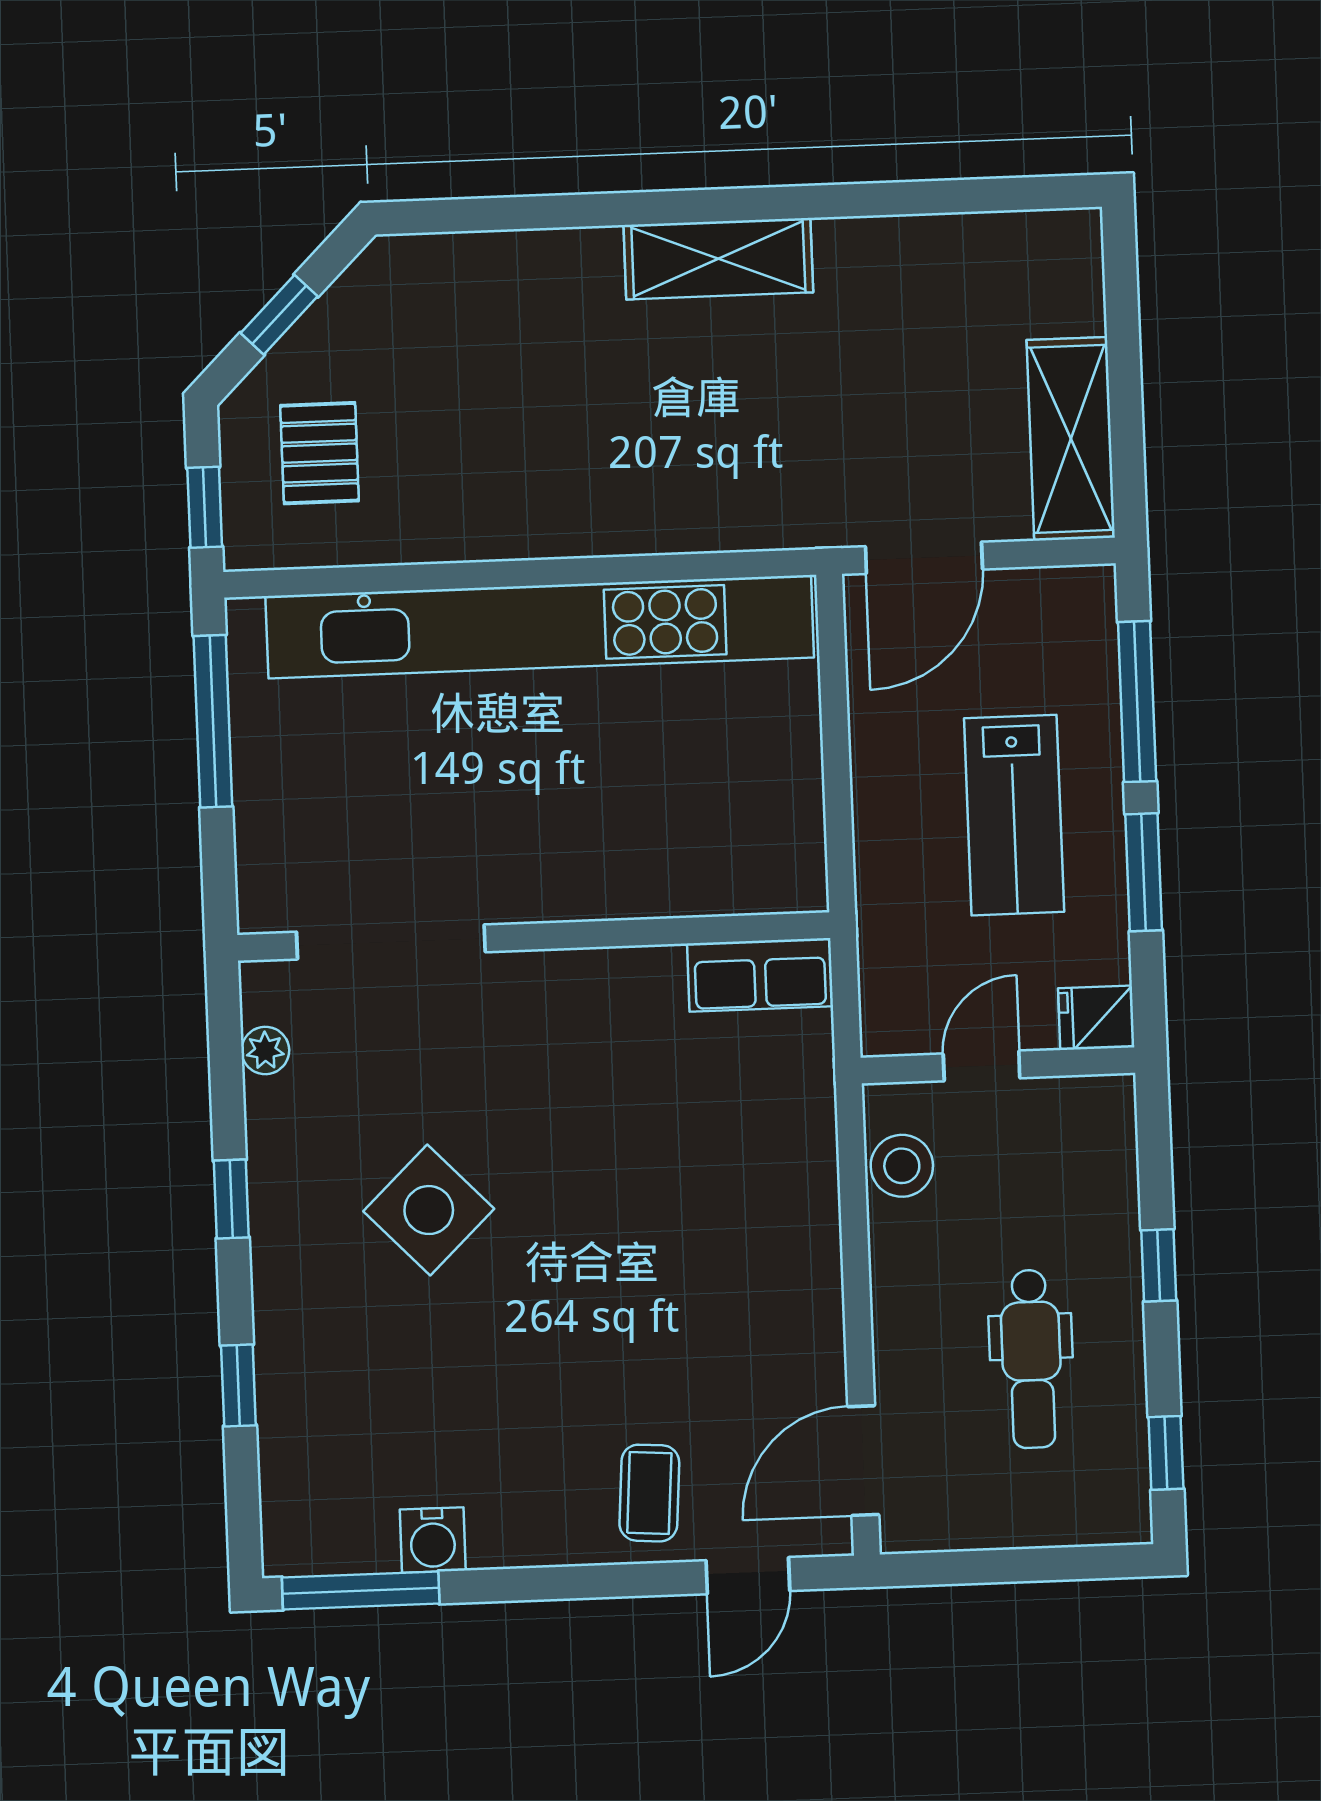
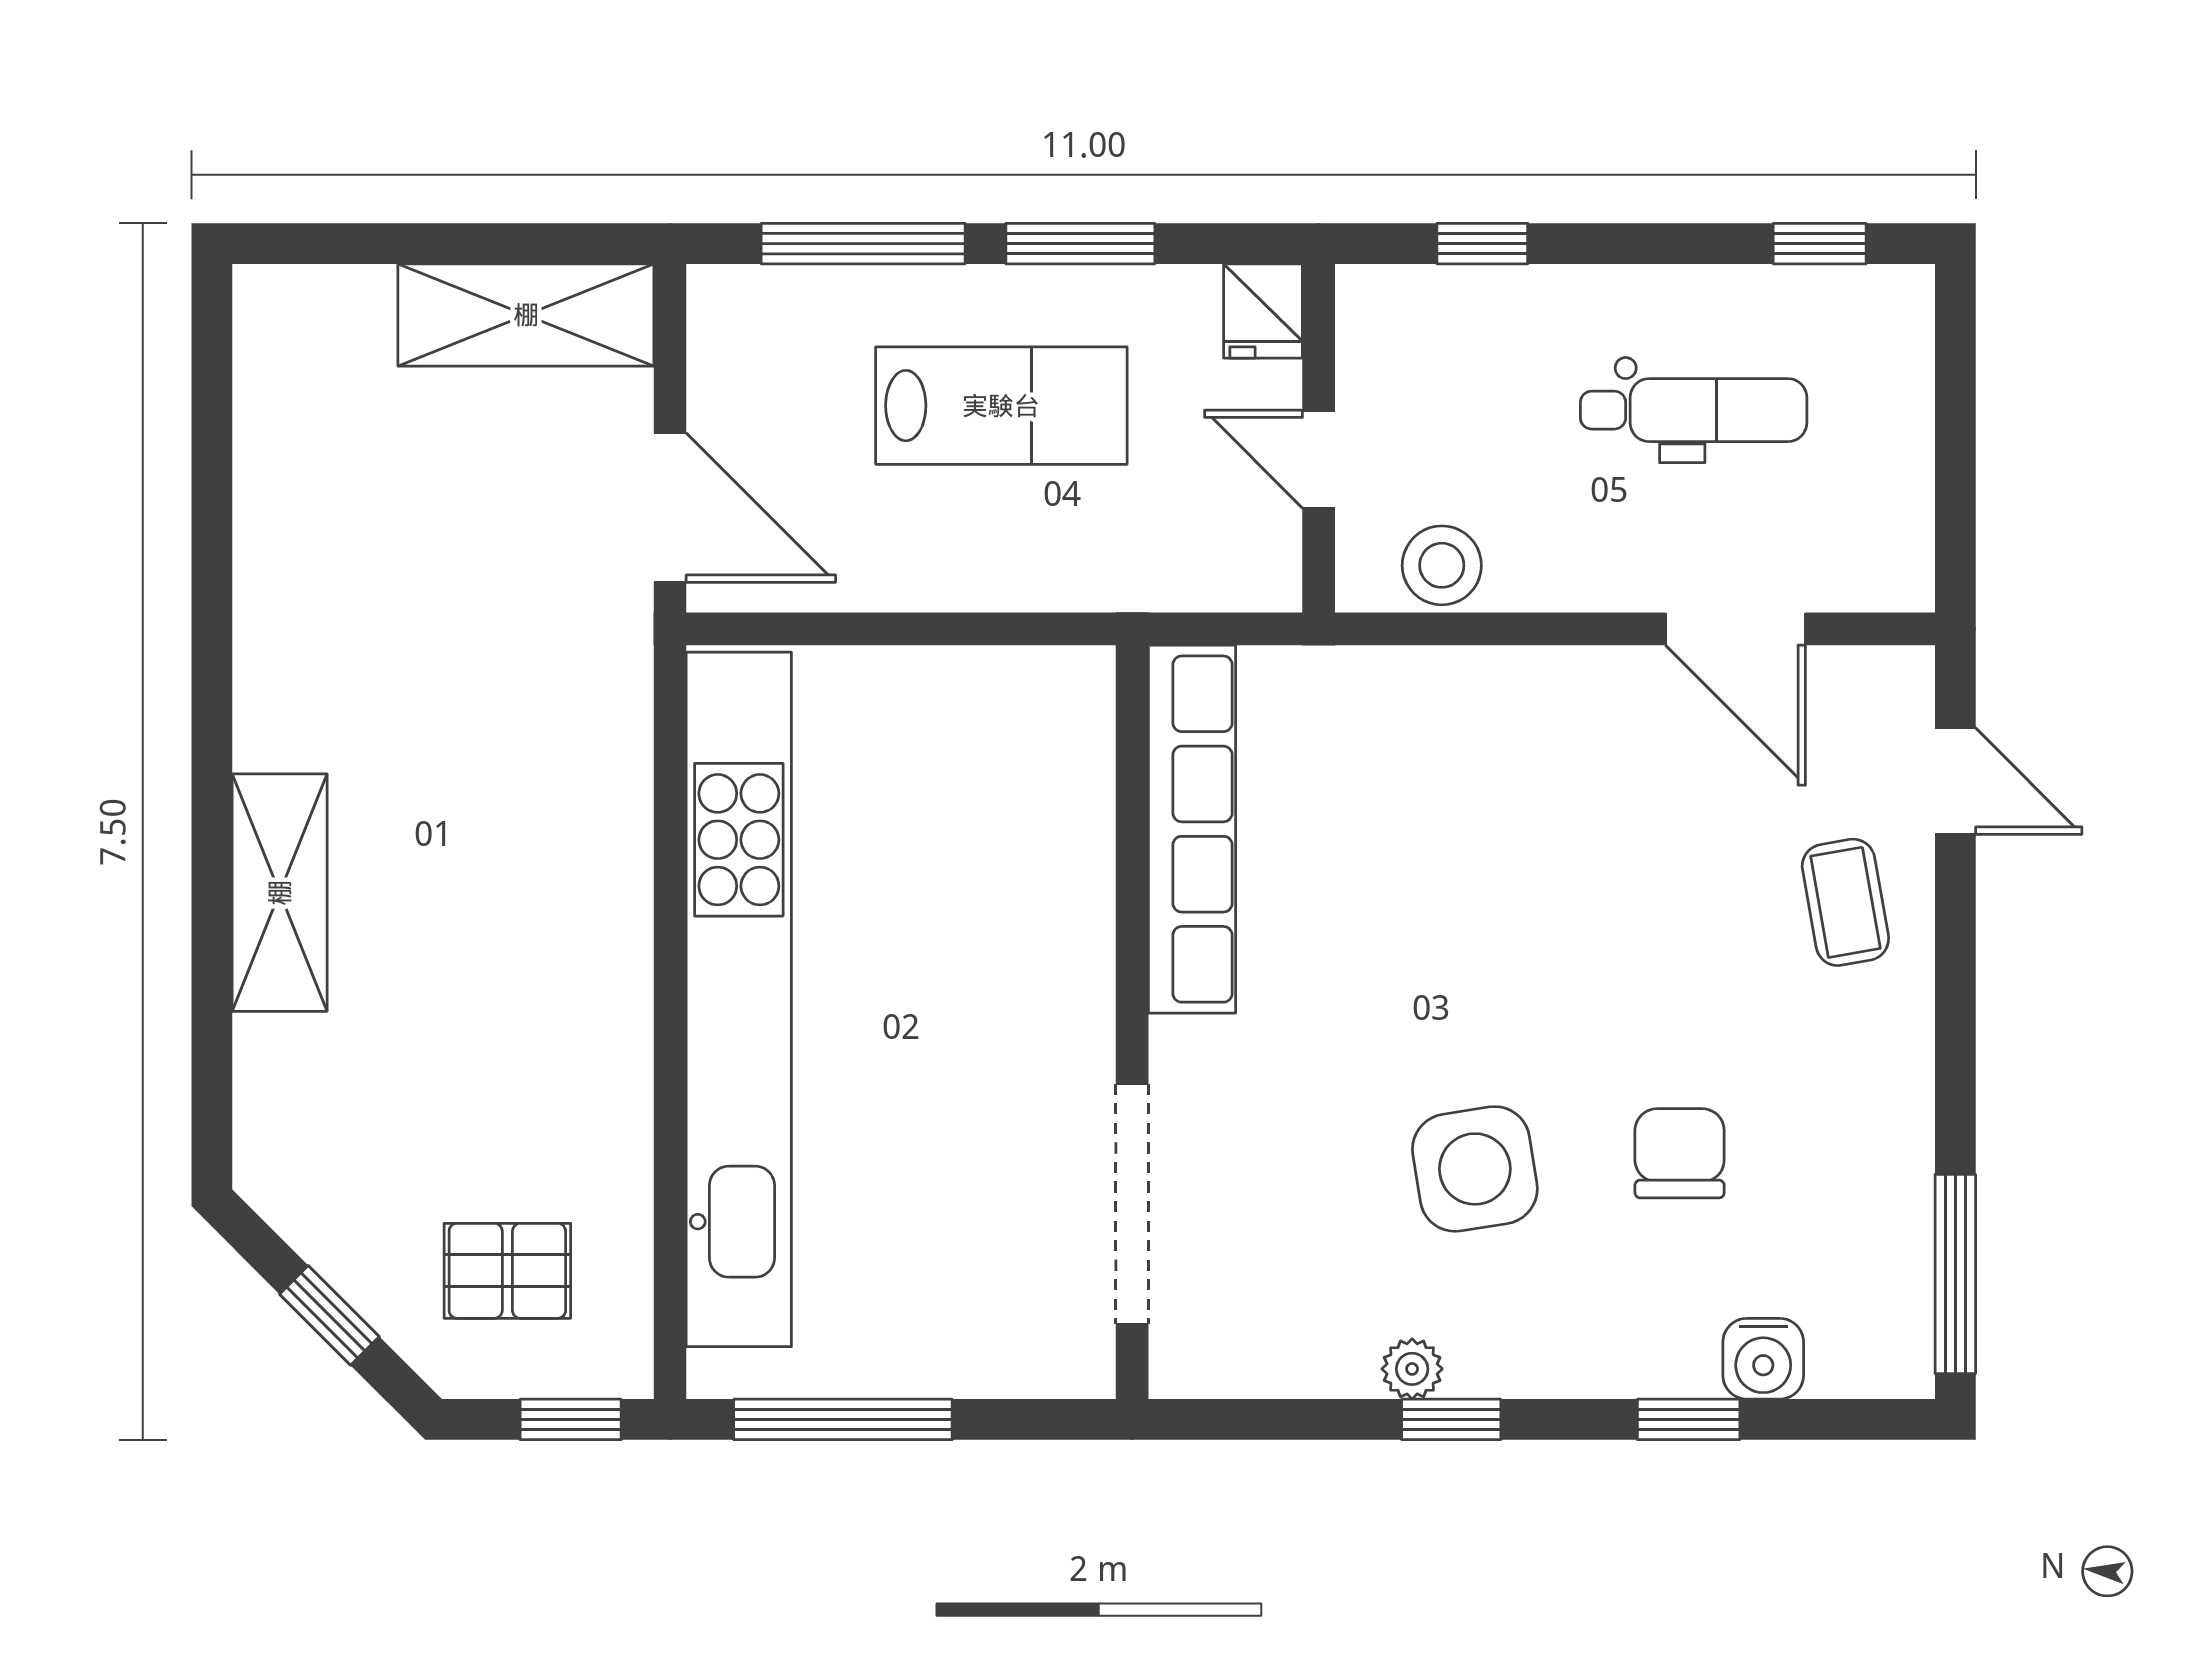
shelving: (718, 259) -> (280, 893), moved
row of seats: (760, 975) -> (1192, 829), width x2.02
plant: (265, 1051) -> (1412, 1369), moved
side table: (429, 1210) -> (1475, 1169), turned 35
window: (1159, 1265) -> (1482, 244), moved
chair: (447, 1370) -> (1680, 1153), added
door: (863, 1461) -> (1735, 629), moved
coffee table: (649, 1493) -> (1845, 902), turned 76
water cooler: (433, 1540) -> (1763, 1359), moved, turned 90

